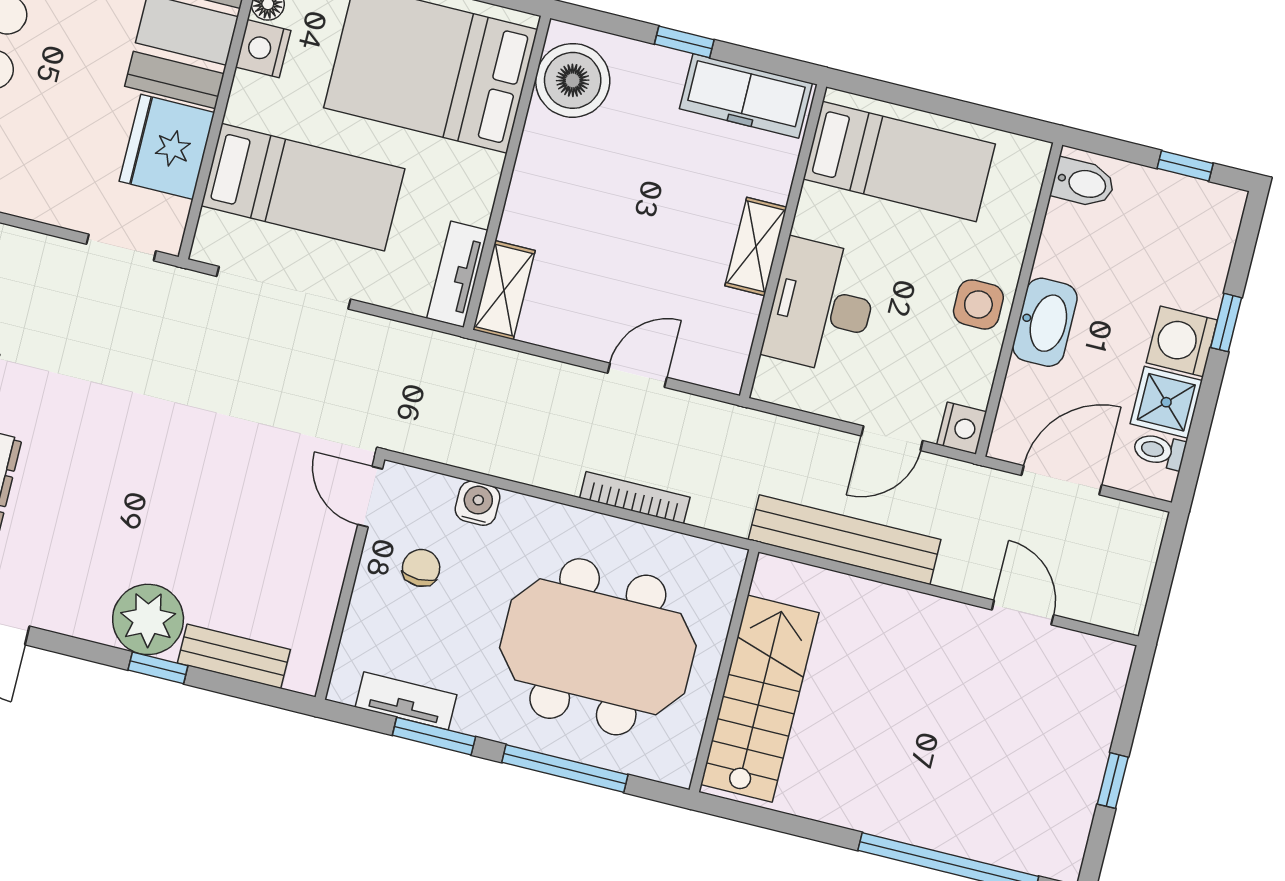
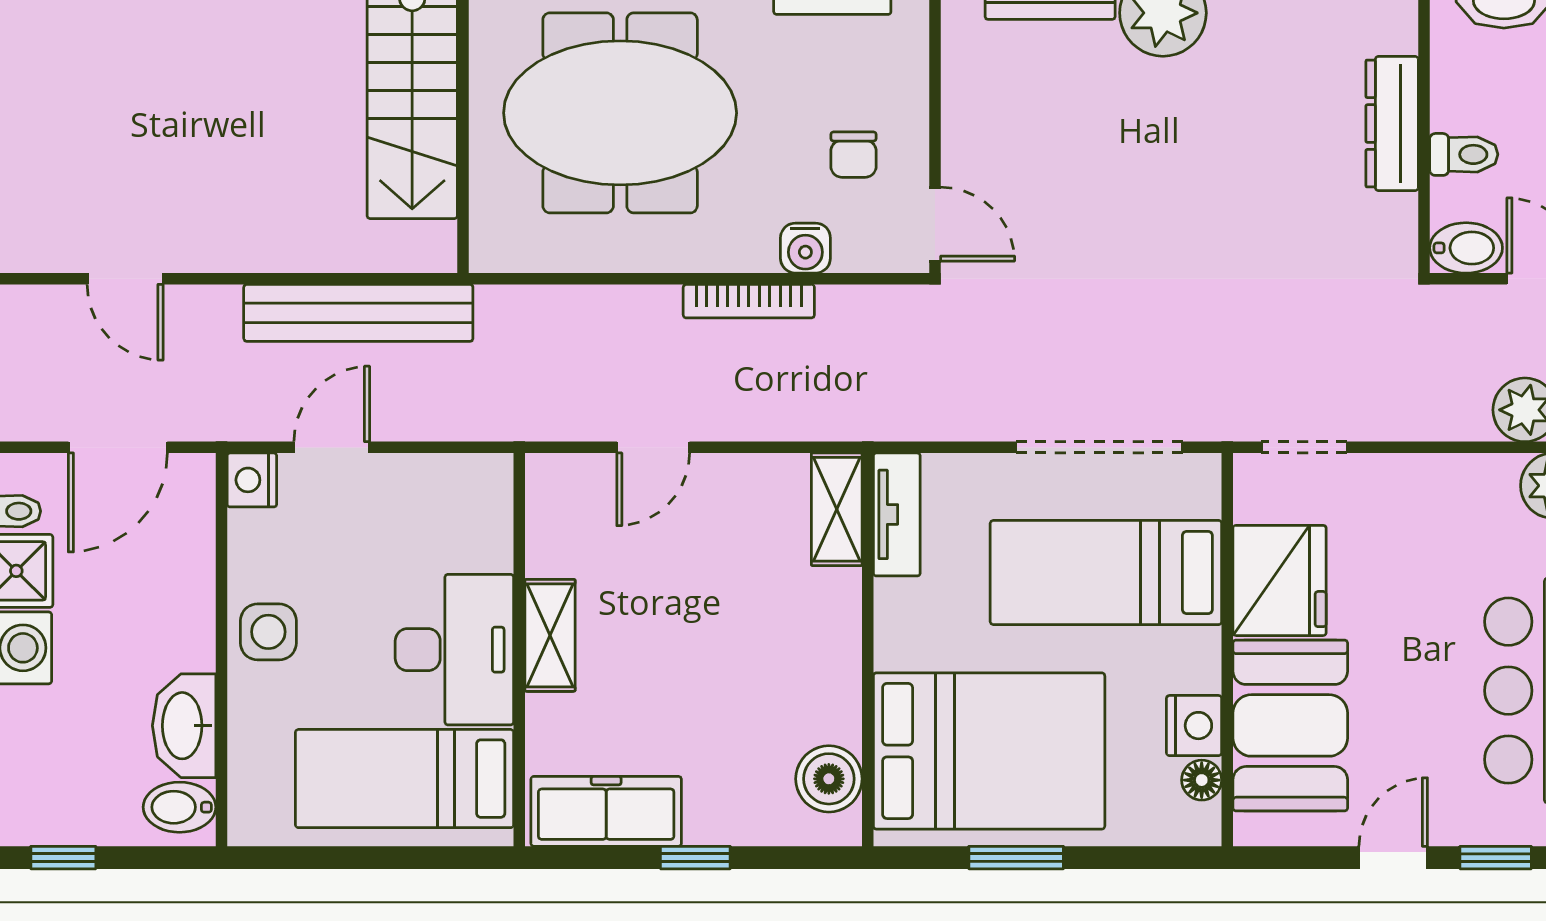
boiler: (573, 80) -> (829, 779), width x0.73, depth x0.73
desk: (821, 306) -> (454, 650), moved
washbasin: (1045, 322) -> (184, 726), moved
bookcase: (635, 498) -> (749, 301), moved

